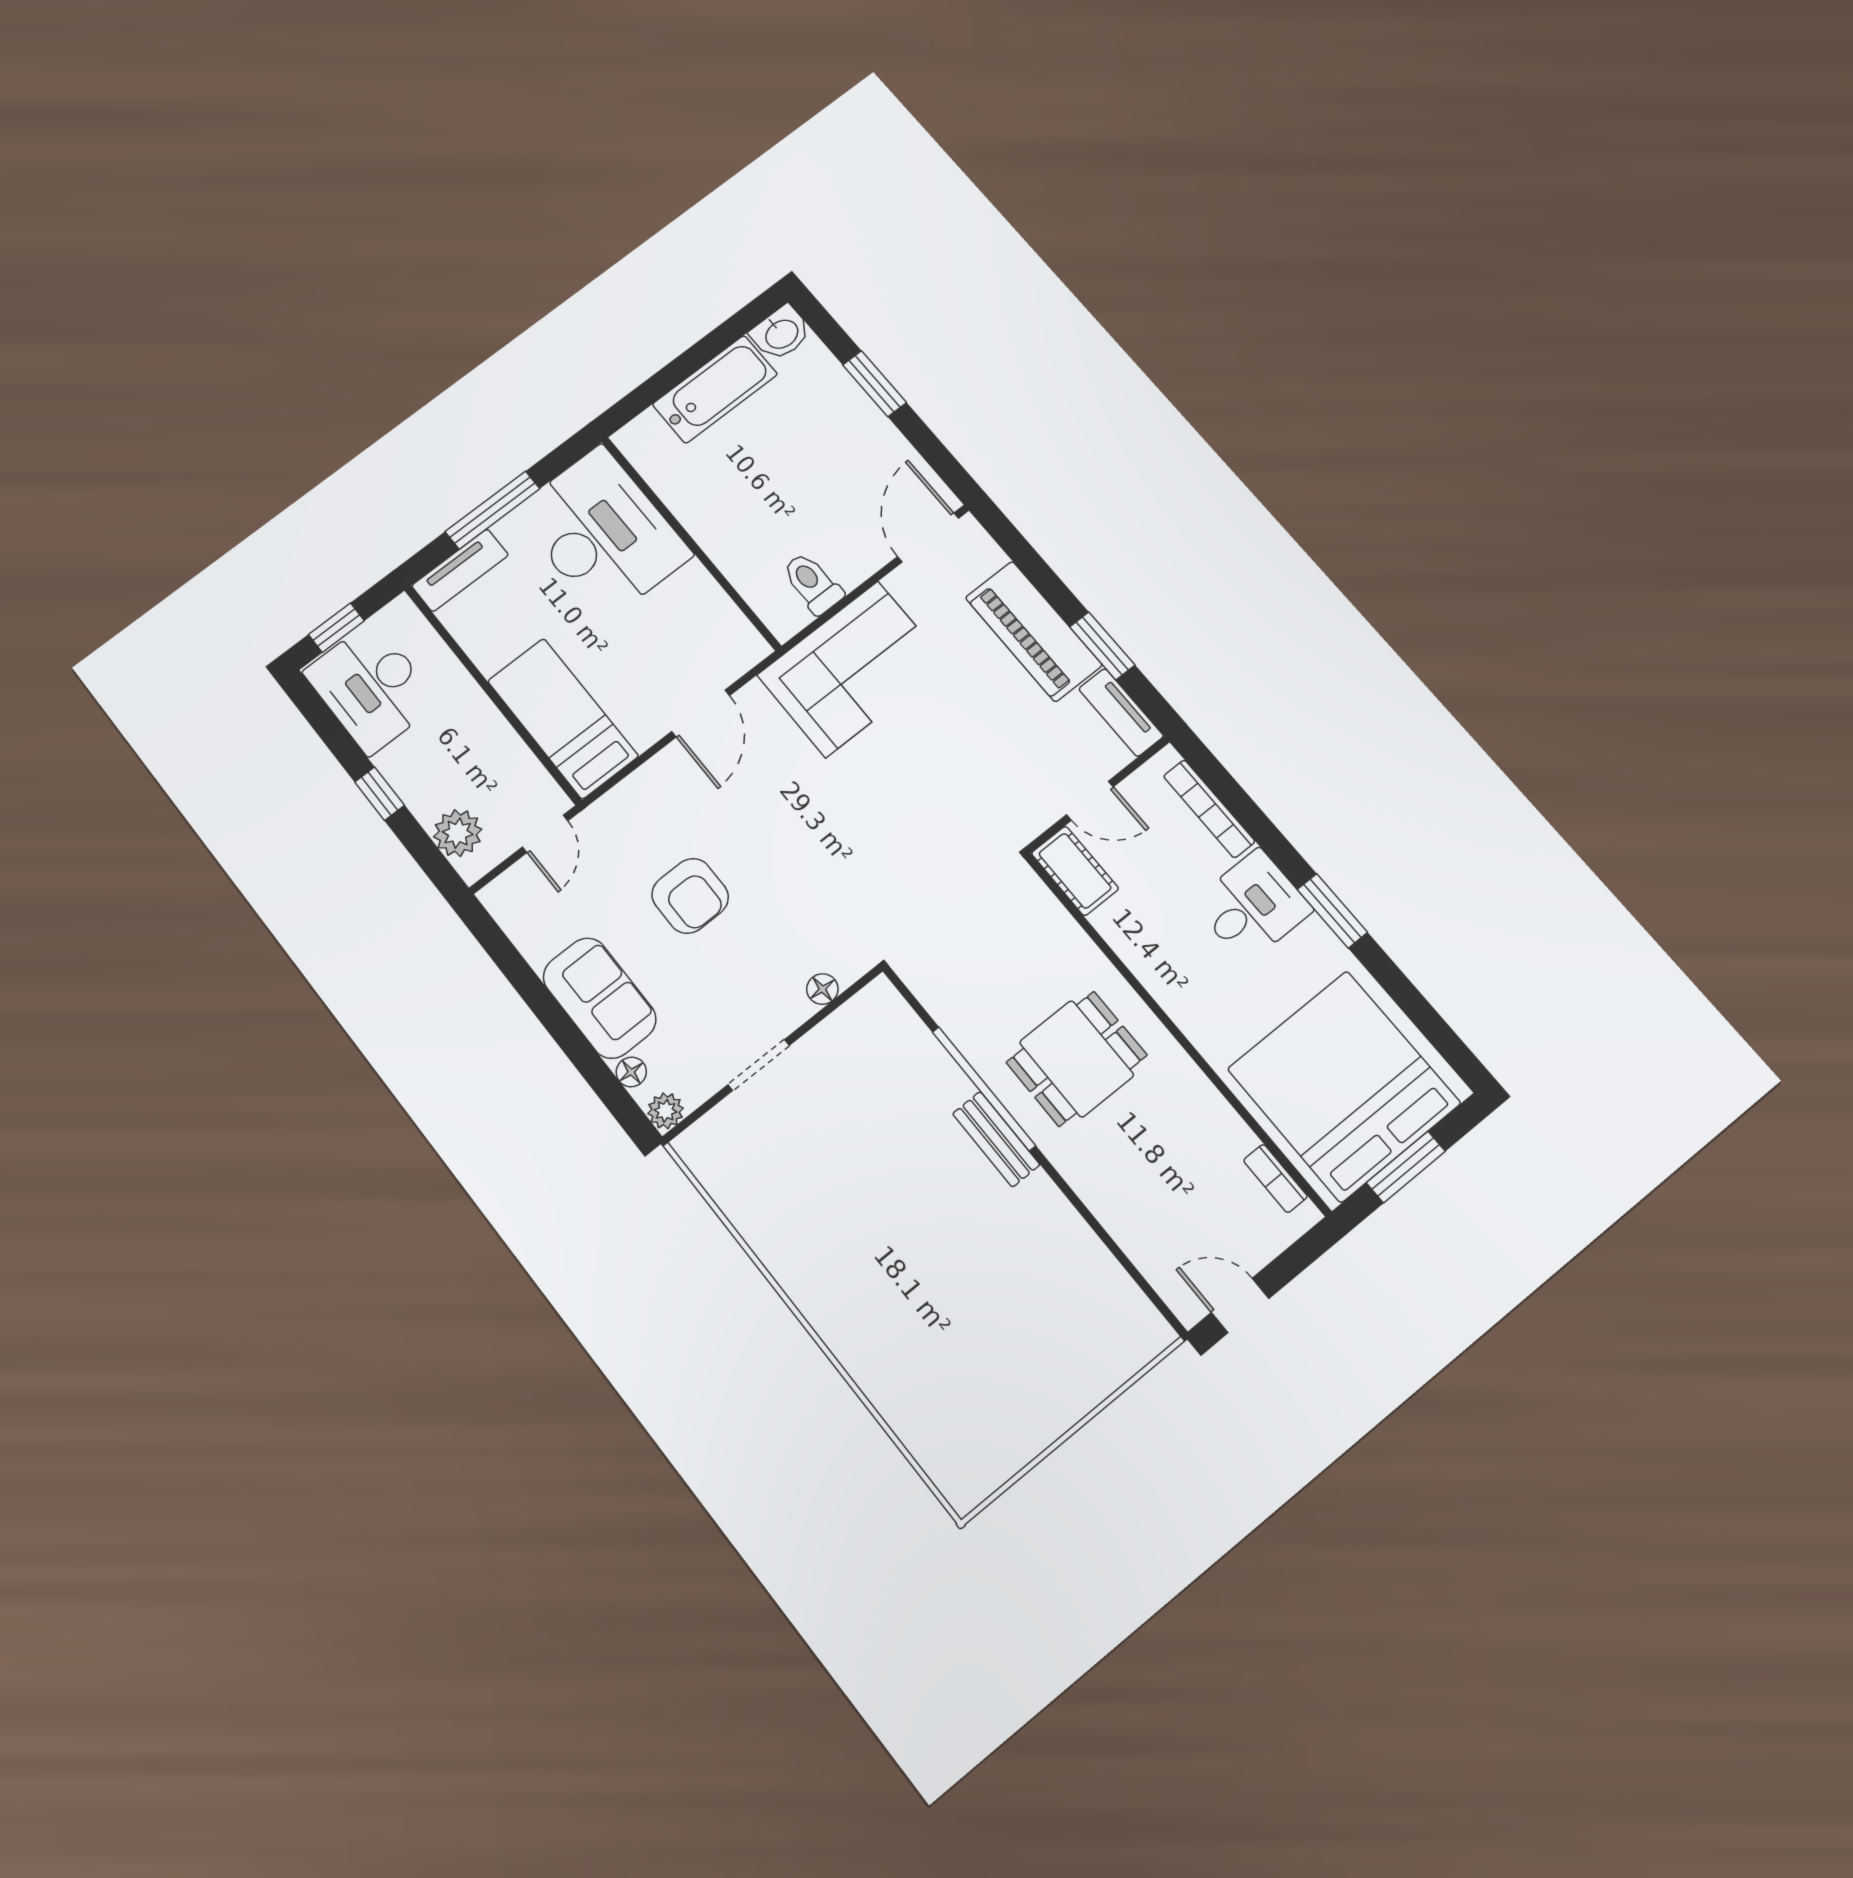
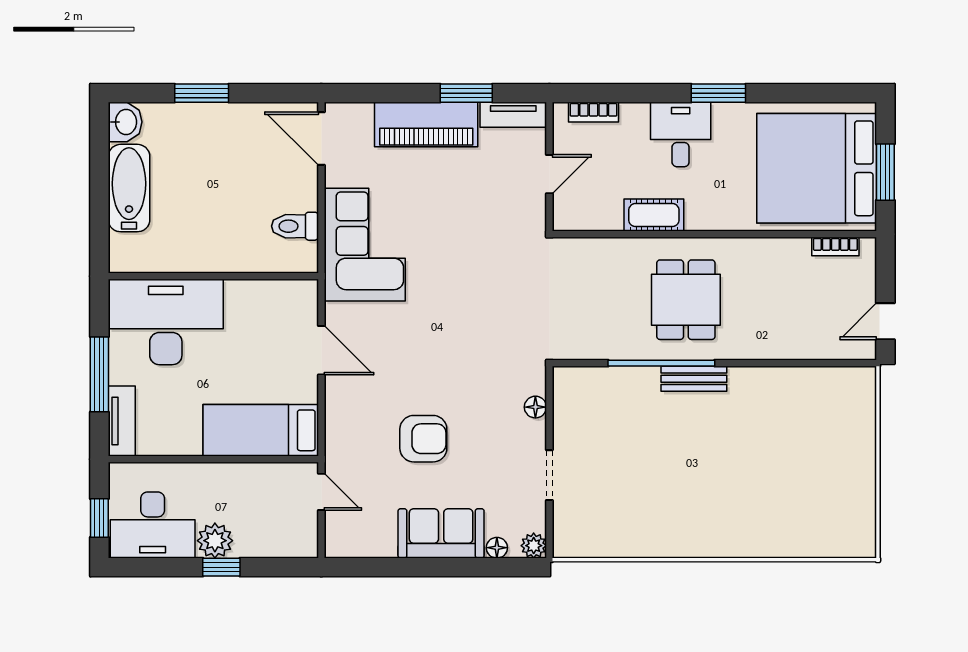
bookcase: (1209, 809) -> (594, 112), width x0.64
plant: (458, 833) -> (215, 541), moved
cot: (1075, 871) -> (654, 215), moved

